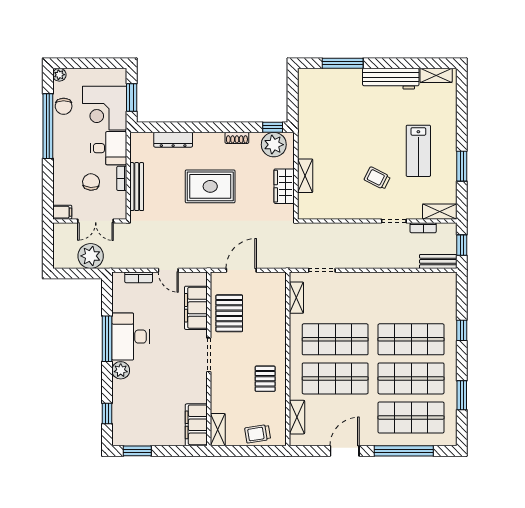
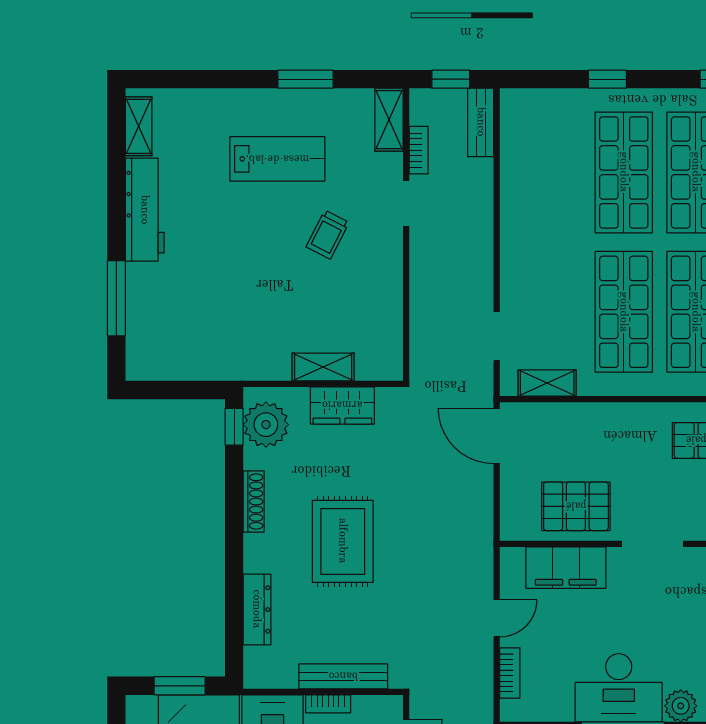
shoe rack: (237, 138) -> (254, 502), width x1.43
door: (241, 270) -> (497, 436), moved

